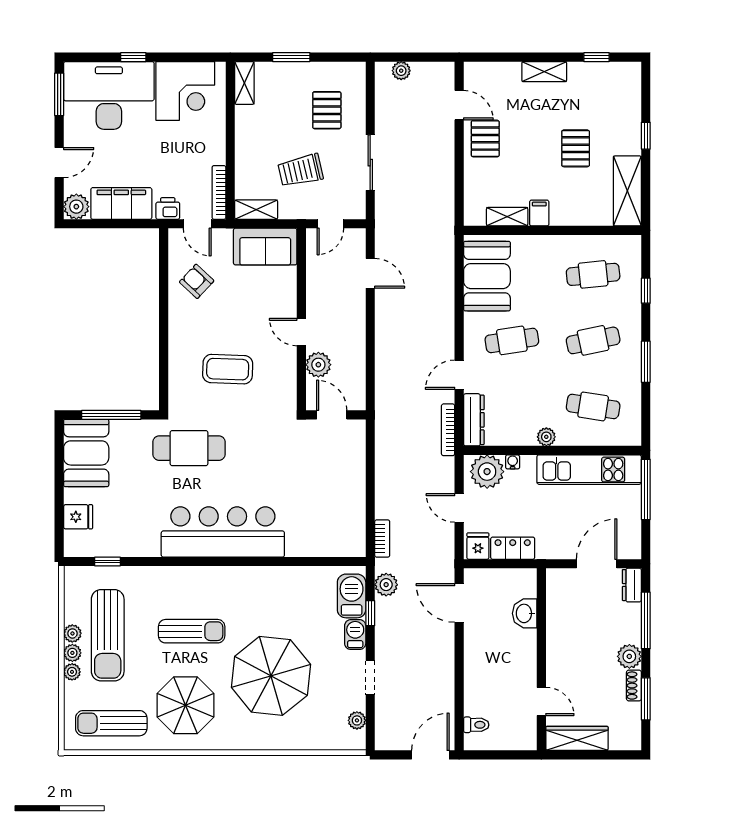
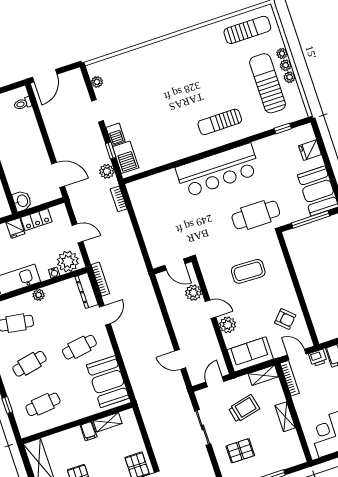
shelving: (244, 83) -> (285, 417), moved
pallet: (327, 110) -> (240, 451), turned 90
plant: (284, 301) -> (228, 325), added
fridge: (478, 546) -> (15, 228), moved
washbasin: (525, 613) -> (22, 201), moved
sun lounger: (192, 631) -> (220, 122), moved
parasol: (271, 676) -> (159, 92), removed
parasol: (185, 705) -> (205, 56), removed

